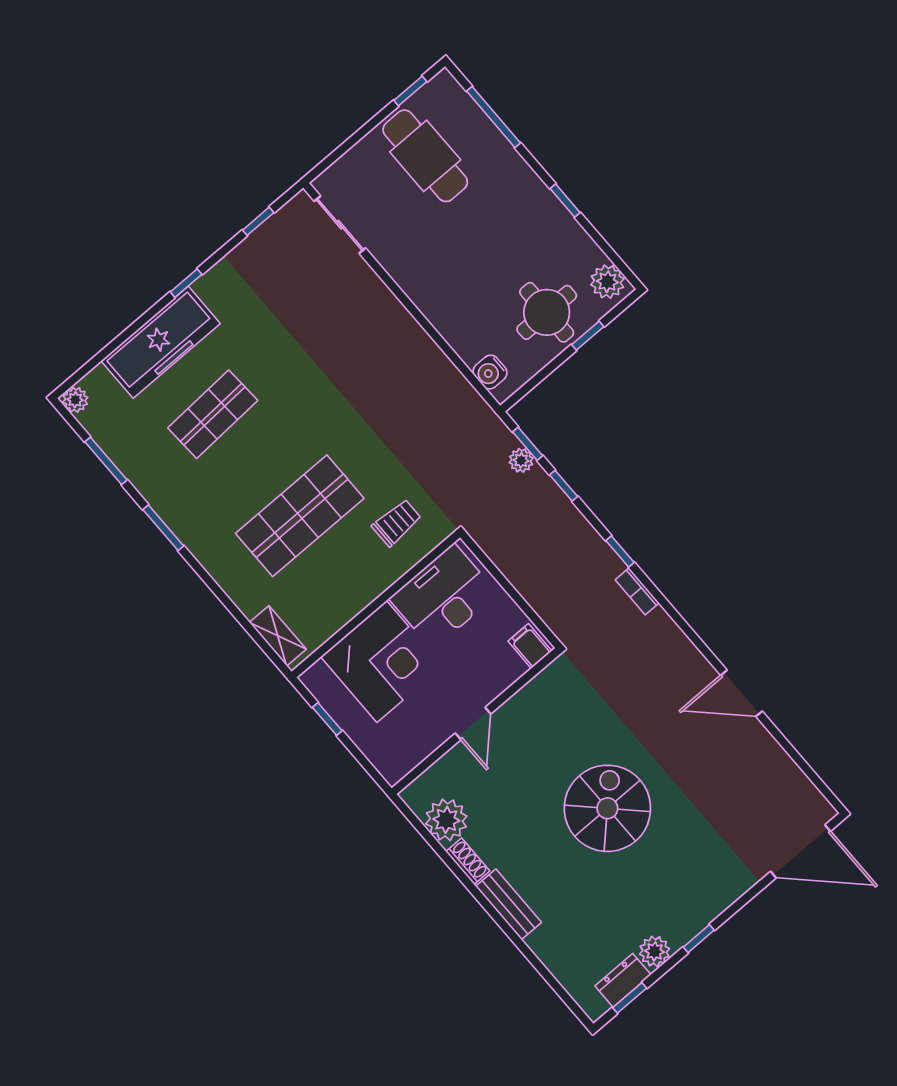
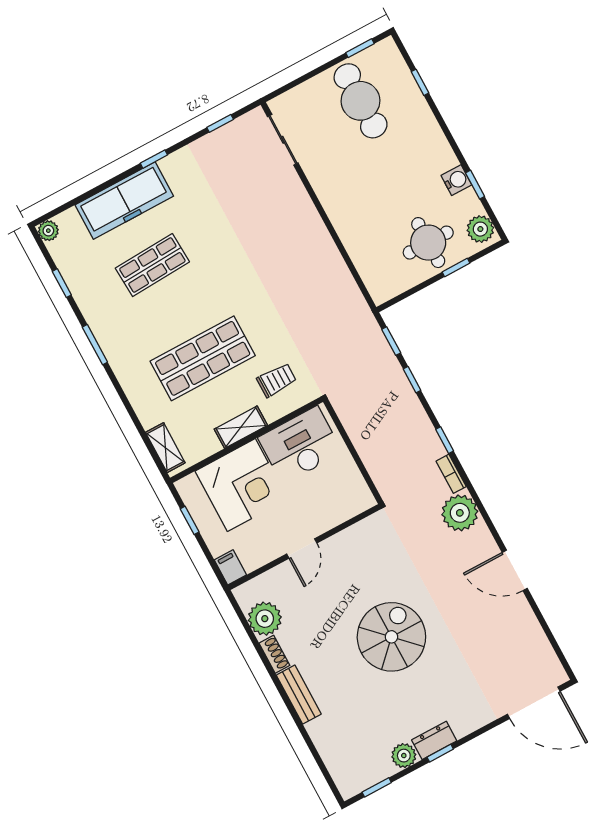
window: (494, 117) -> (420, 82), width x0.46
window: (565, 201) -> (475, 185), moved
water cooler: (490, 372) -> (456, 180), moved, turned 180
plant: (521, 460) -> (460, 513), moved, width x1.87, depth x1.87
window: (106, 461) -> (62, 283), width x0.67
shelving: (365, 590) -> (241, 427), added
filing cabinet: (530, 646) -> (230, 567), moved
dresser: (623, 980) -> (434, 740), moved

